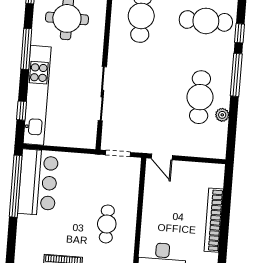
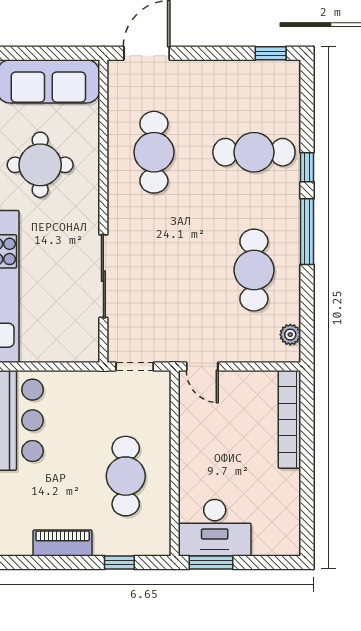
plant: (222, 115) -> (290, 335), moved
bookcase: (214, 220) -> (290, 419), moved
cafe table: (107, 224) -> (126, 476), width x1.37, depth x1.35

